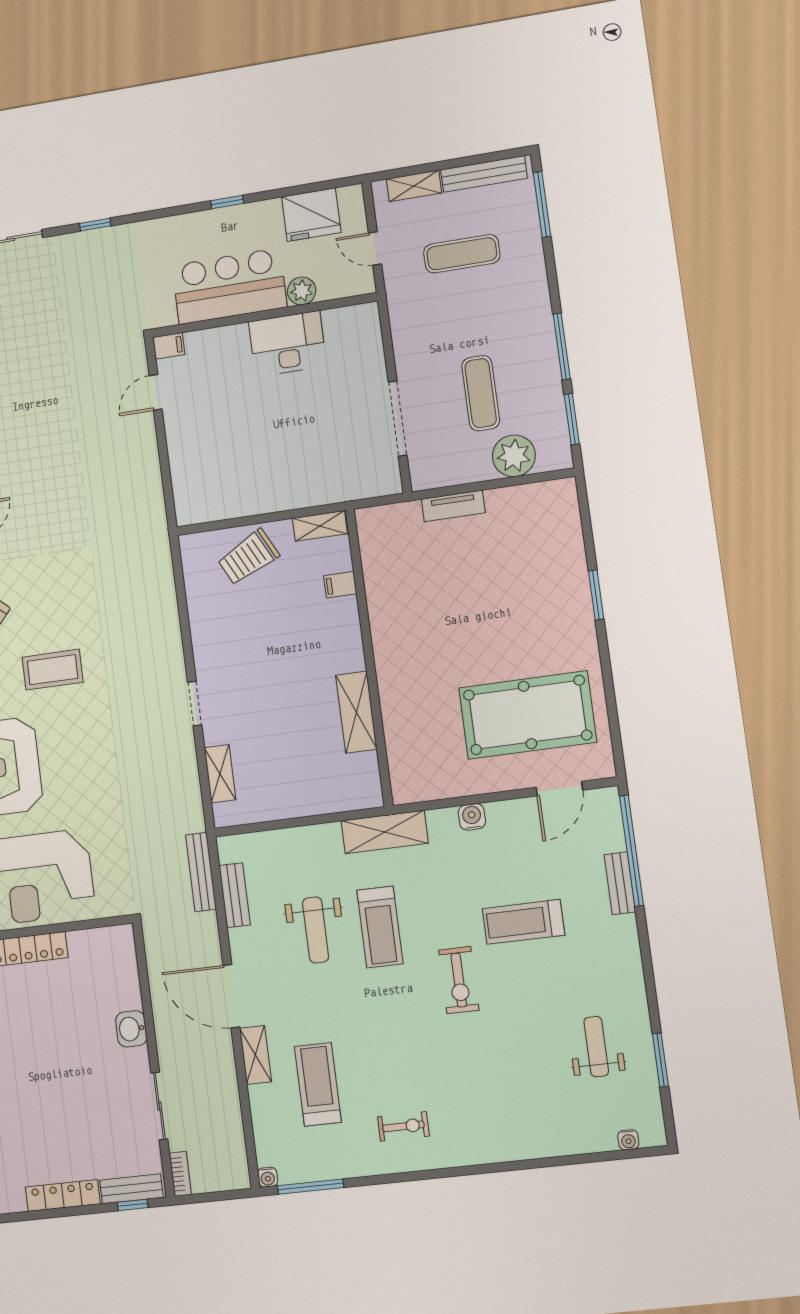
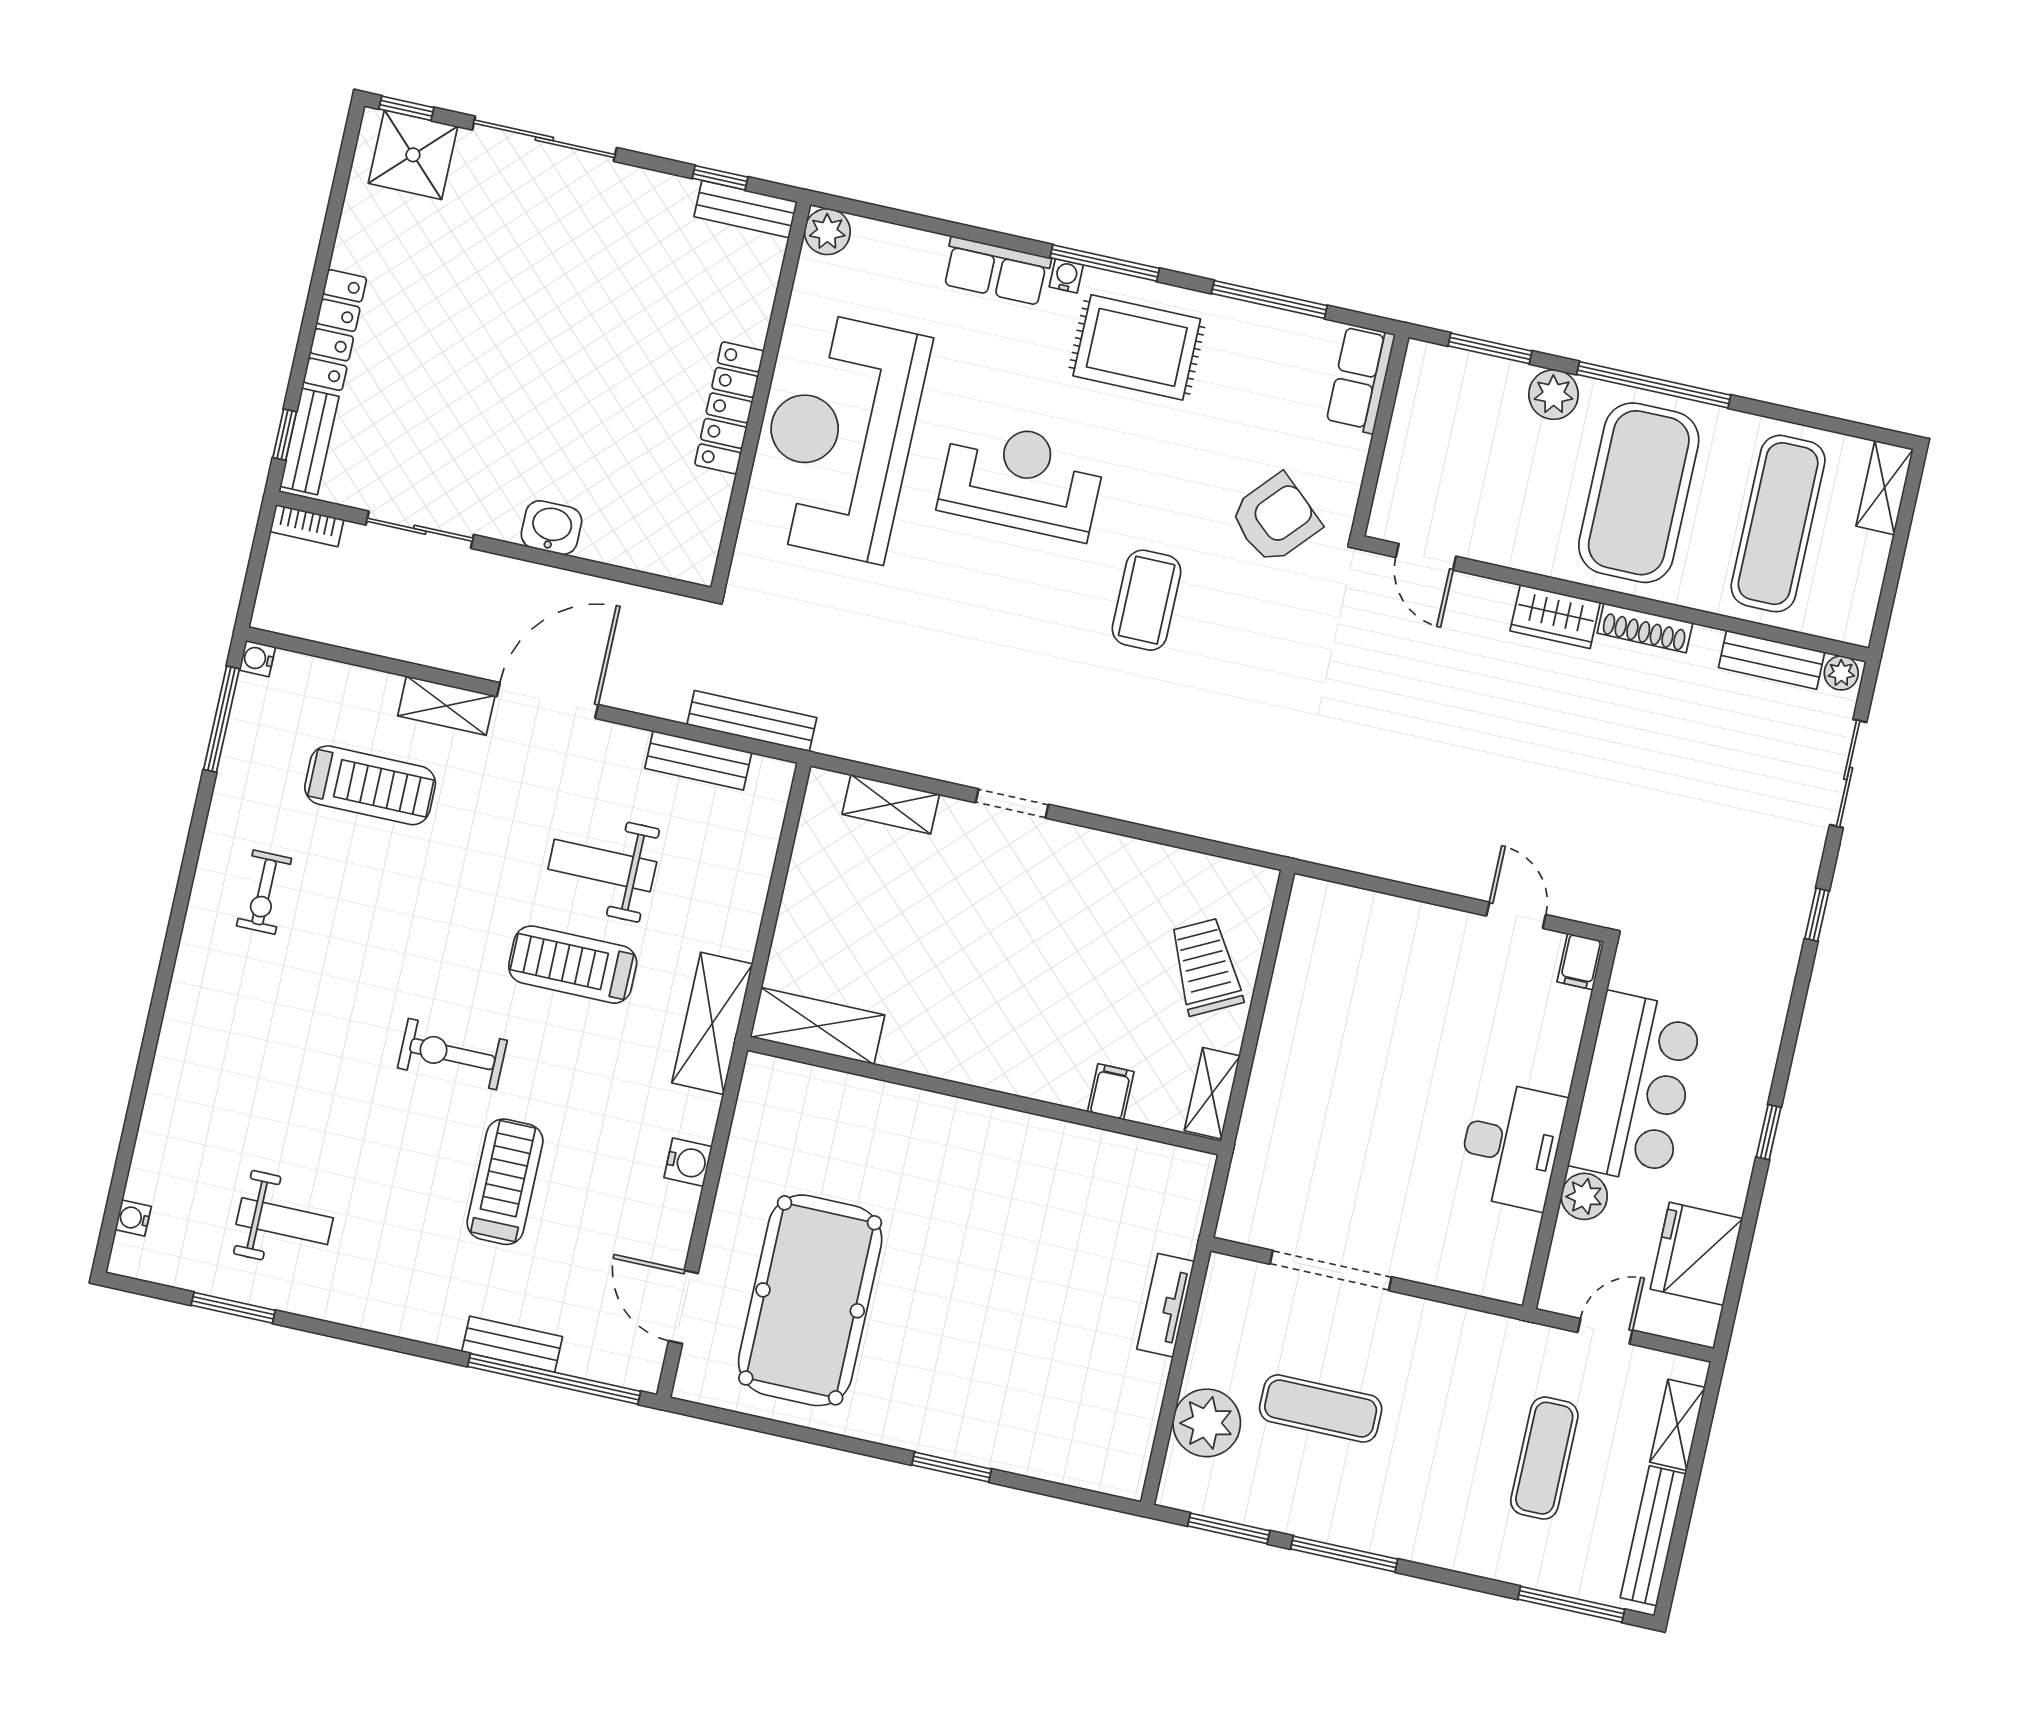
shelving: (356, 712) -> (817, 1026), moved

